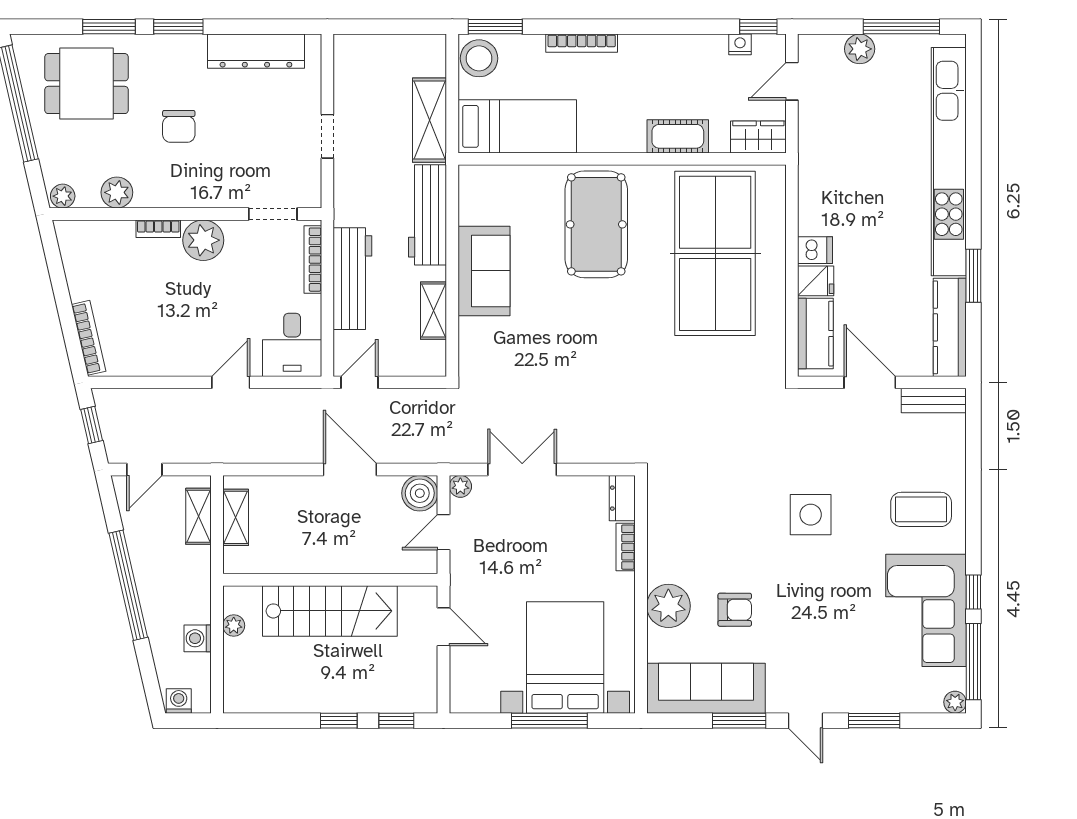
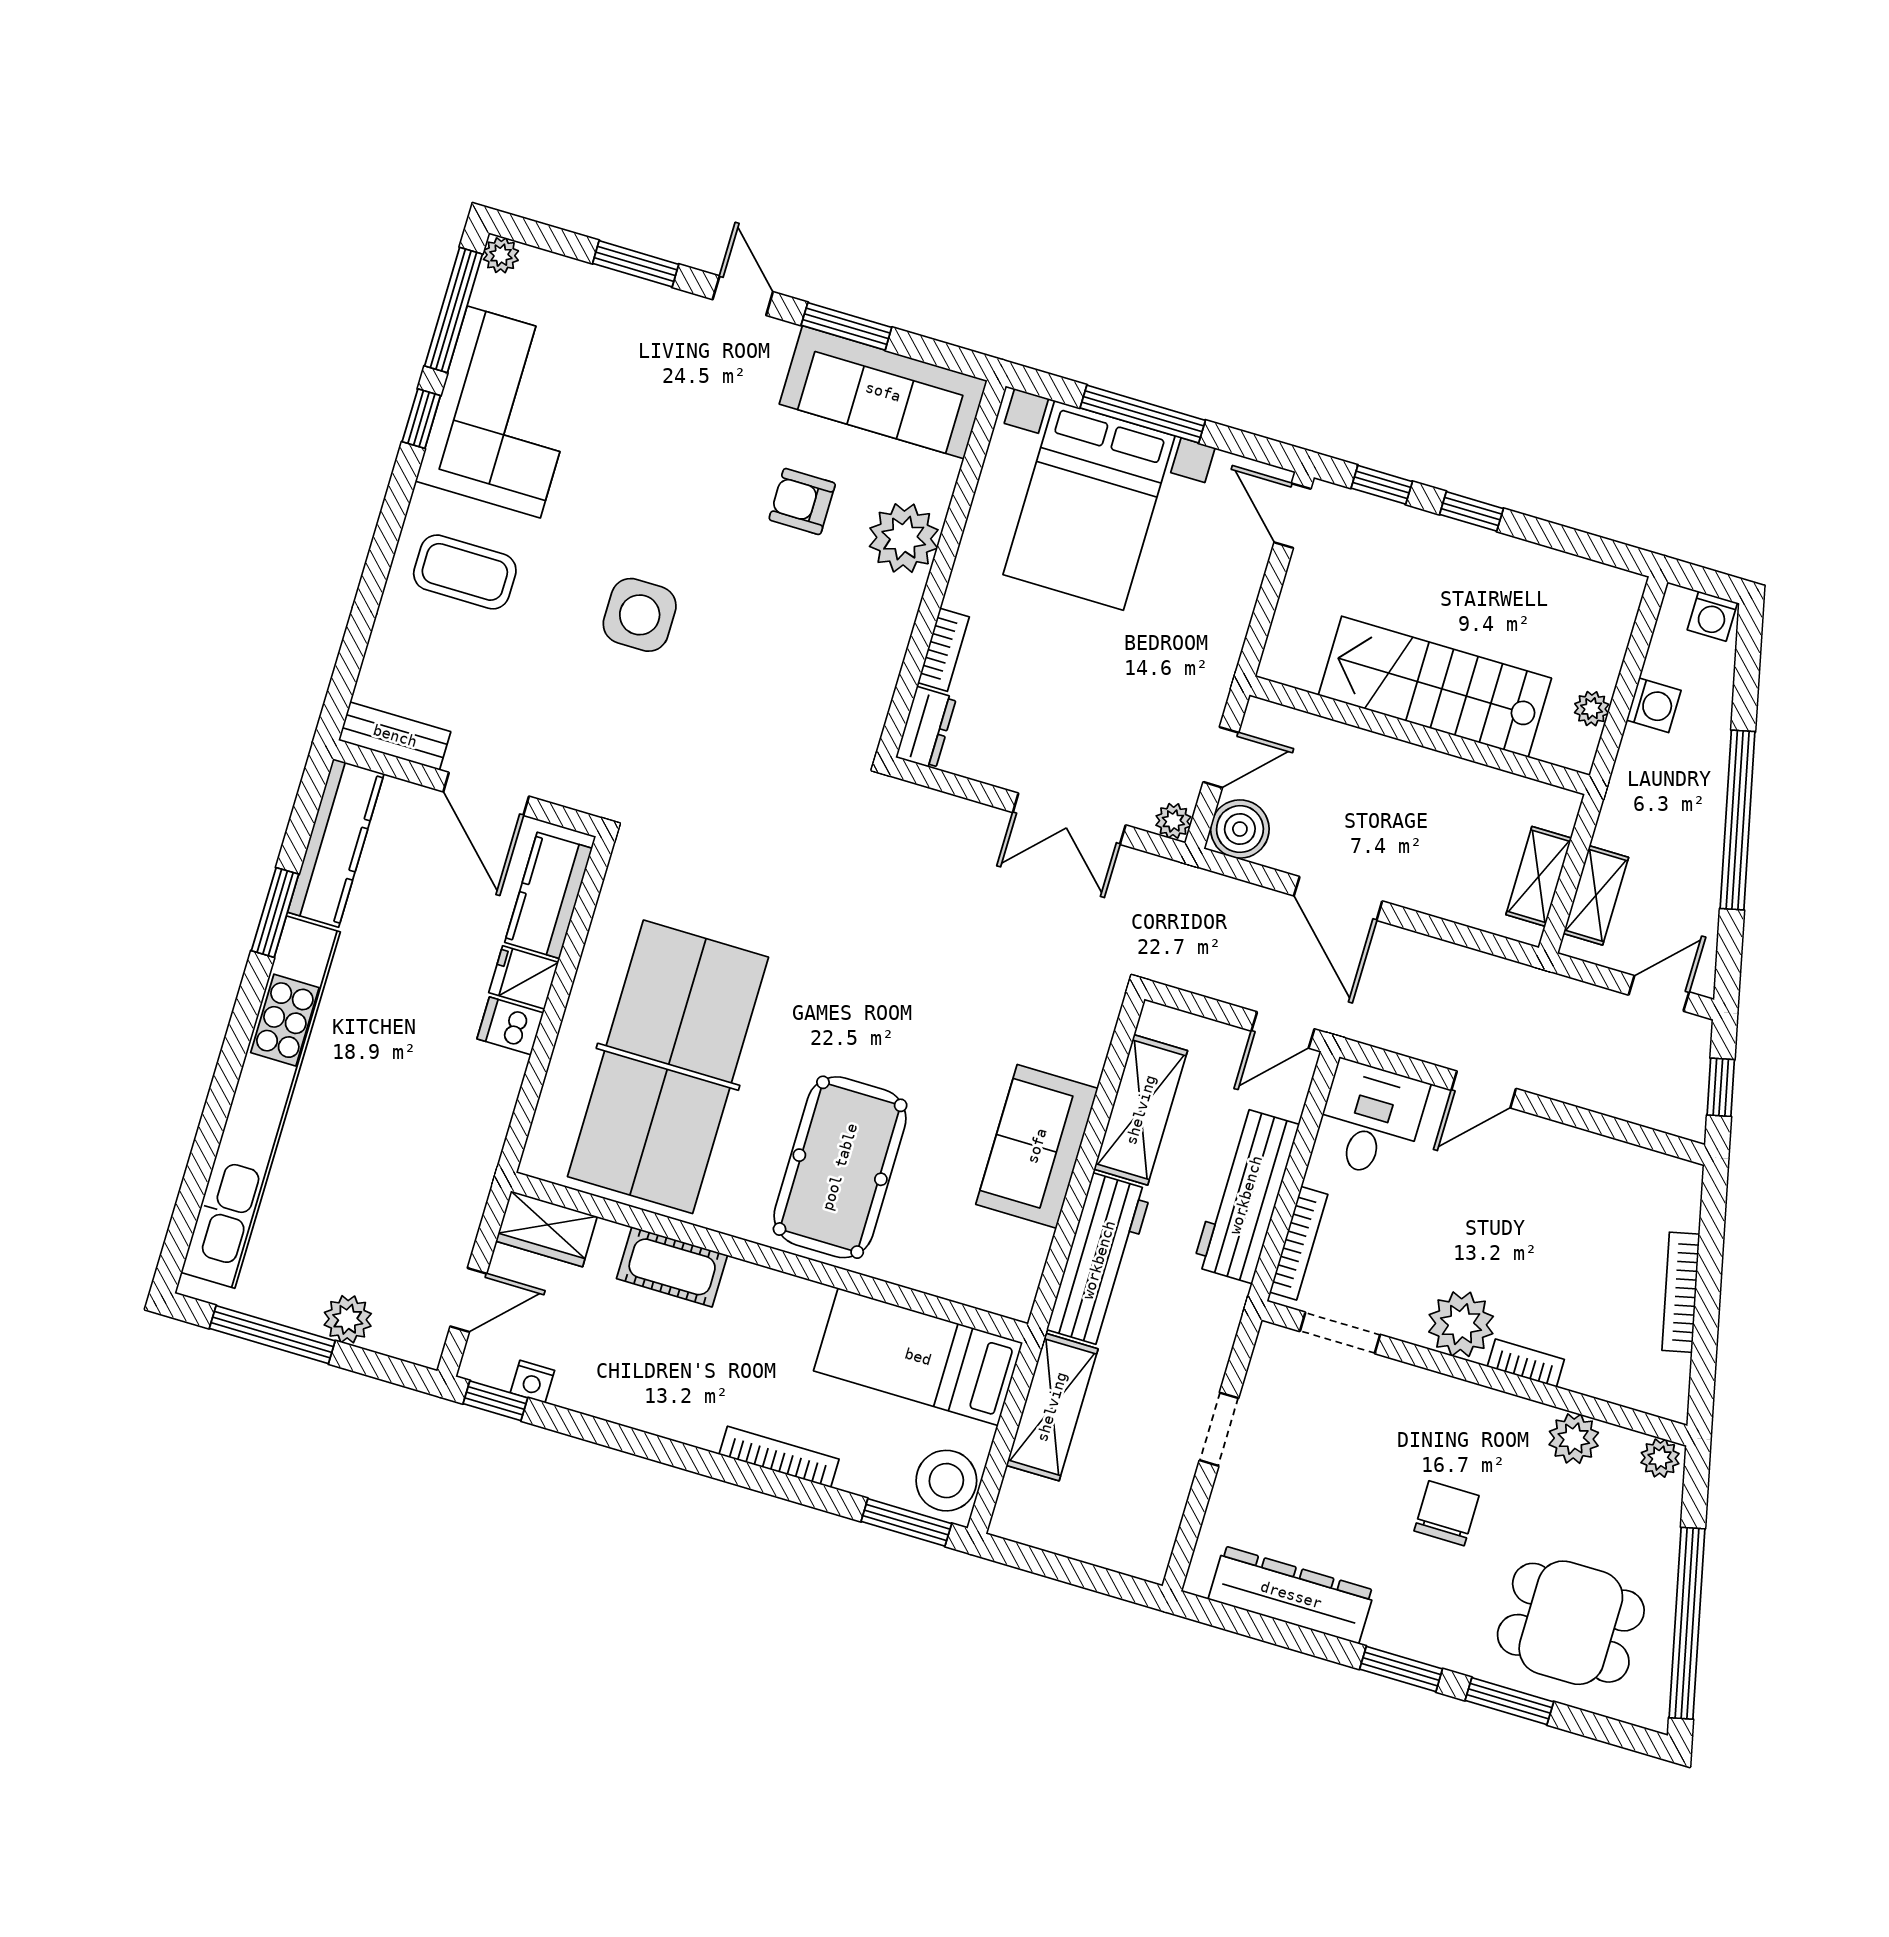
shelving: (433, 311) -> (1141, 1110), width x1.50, depth x1.33
bookcase: (89, 338) -> (1681, 1292), moved
door: (444, 627) -> (1292, 516), moved

